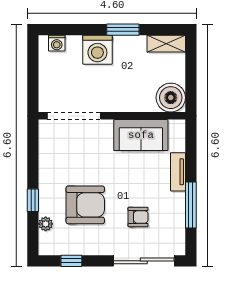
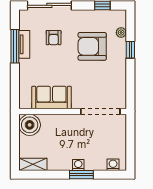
window: (123, 30) -> (81, 175), moved
washing machine: (97, 50) -> (78, 165), width x0.53, depth x0.53
tv unit: (178, 172) -> (24, 44), moved
armchair: (138, 217) -> (54, 38), turned -90

